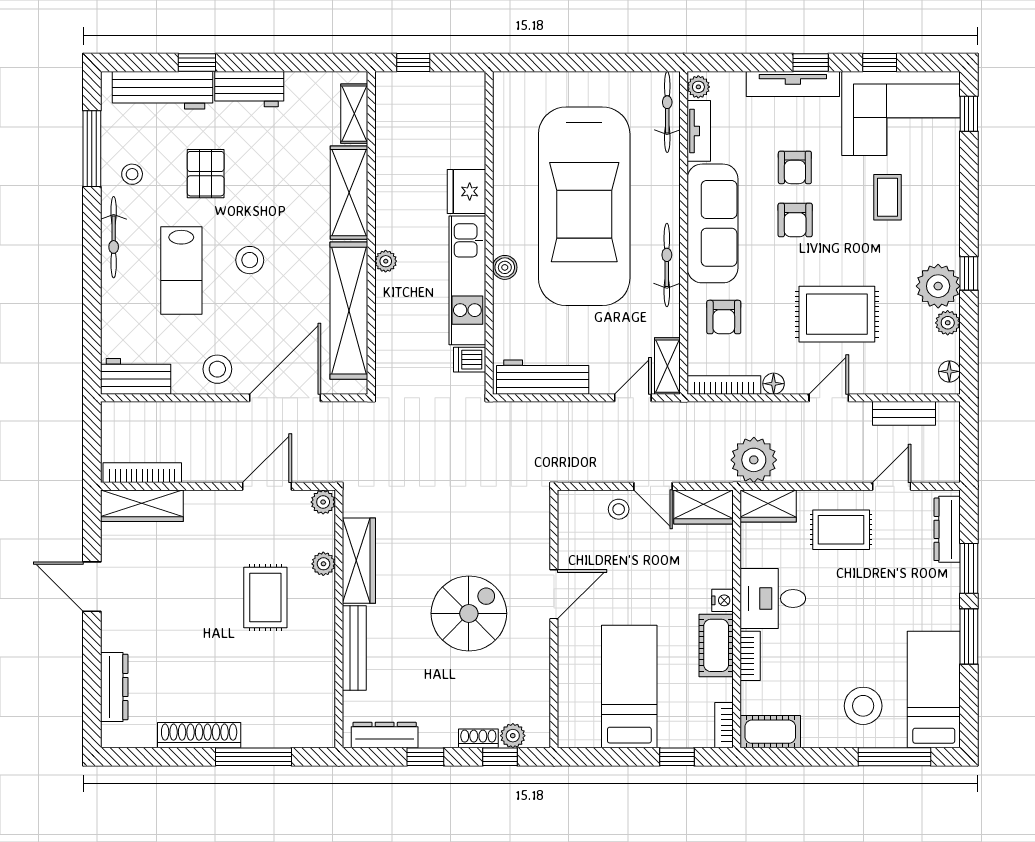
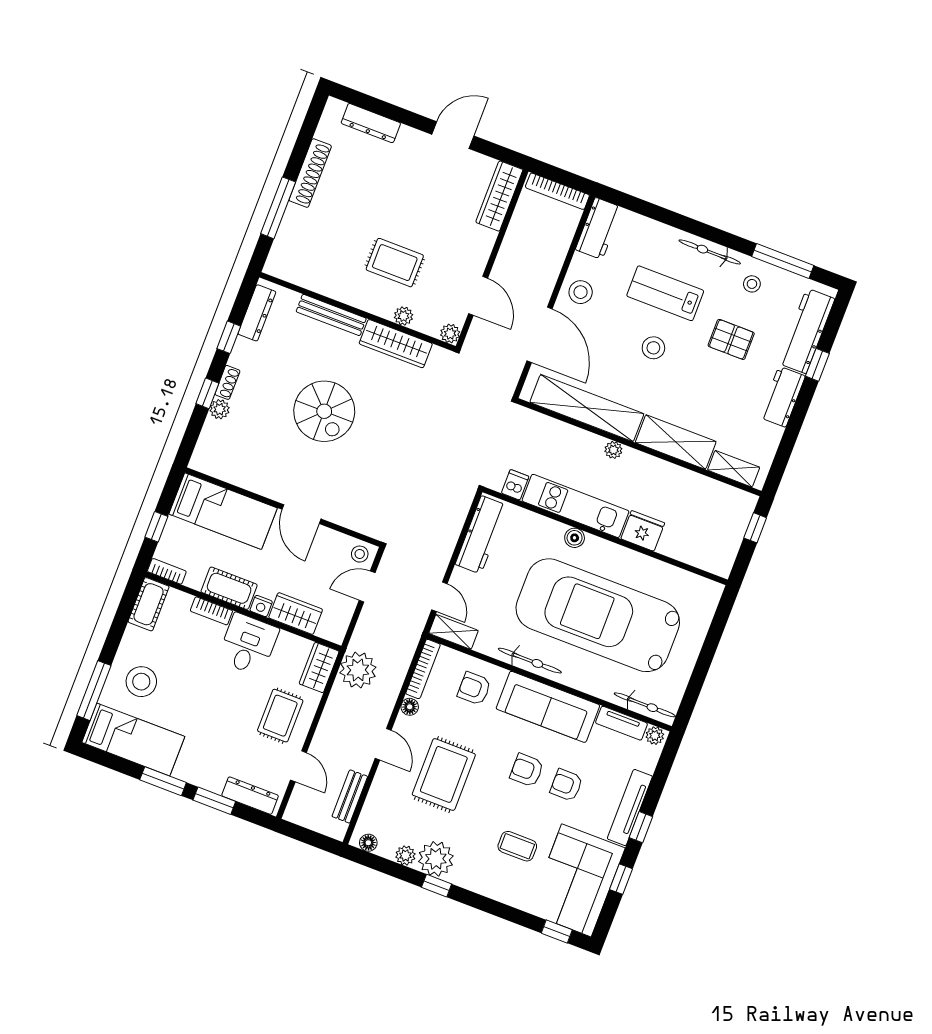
bookcase: (142, 473) -> (557, 191), moved, turned 90
wardrobe: (704, 507) -> (296, 614), moved, turned 90
door: (554, 594) -> (301, 514), moved
wall: (554, 619) -> (283, 507), moved

